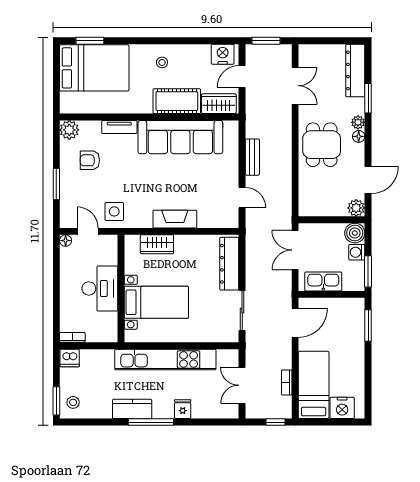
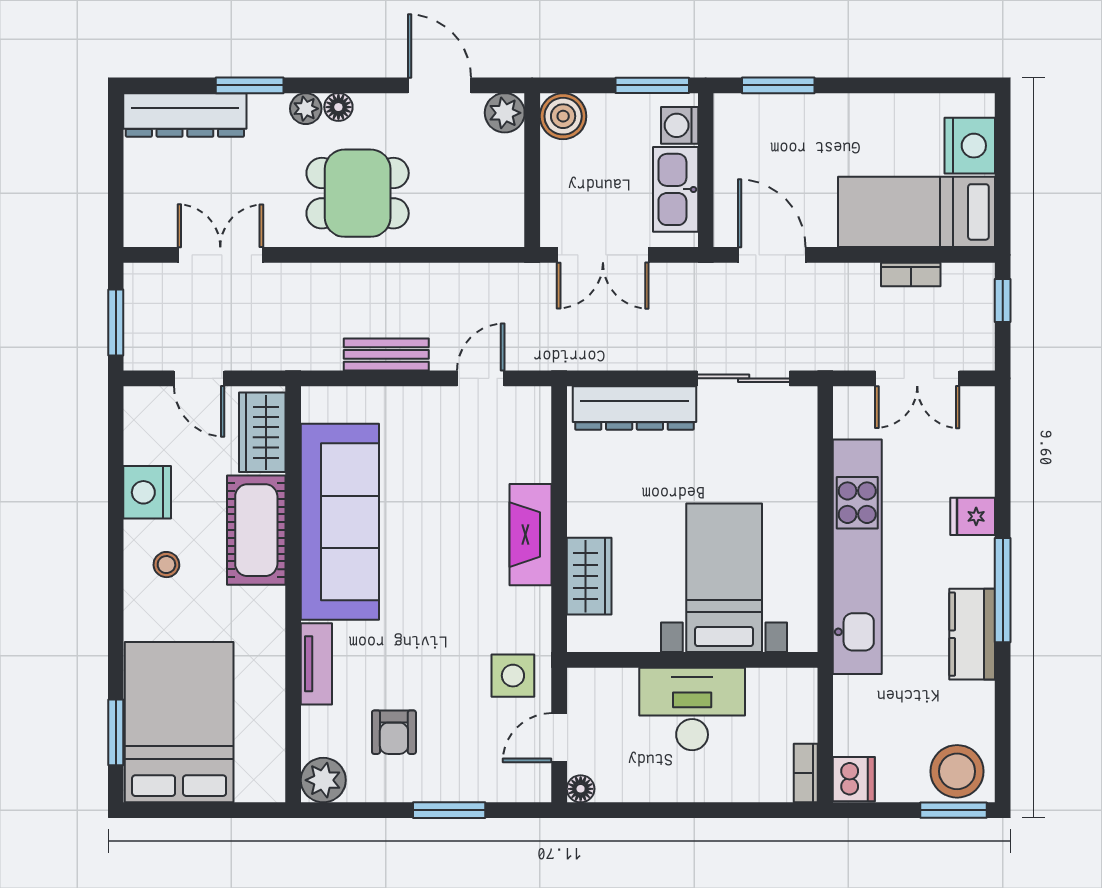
nightstand: (223, 54) -> (147, 492), moved
washing machine: (357, 252) -> (680, 125), moved, turned 90
stool: (73, 402) -> (957, 771), width x1.89, depth x1.89

